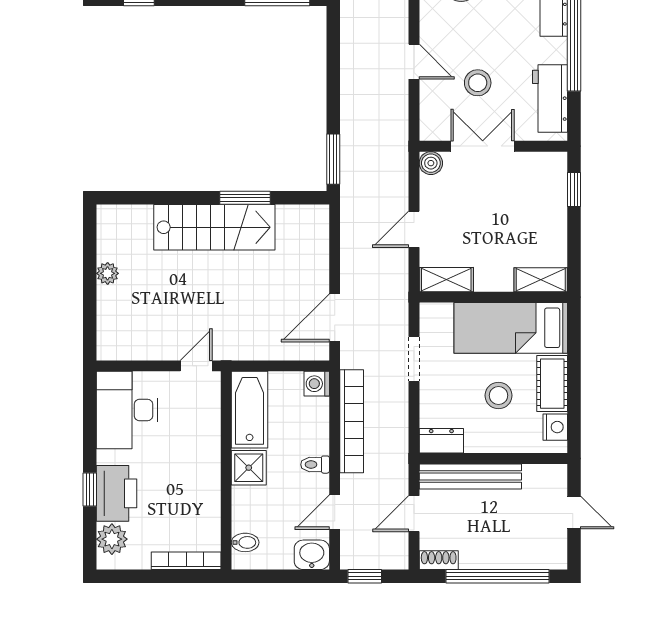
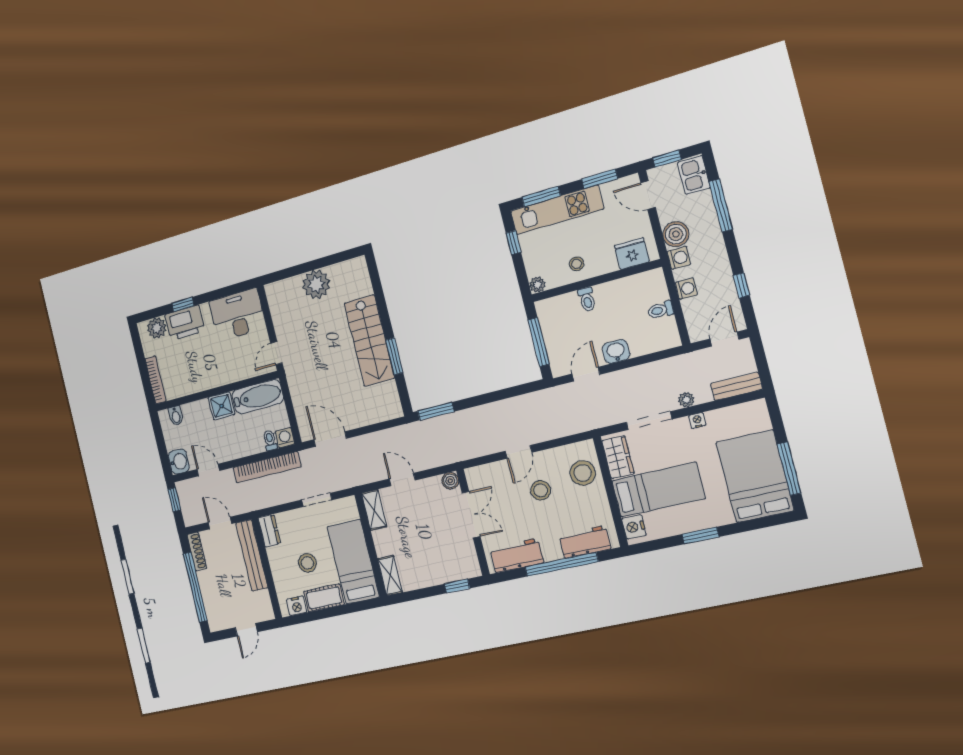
stool: (478, 83) -> (541, 490), moved
plant: (108, 273) -> (316, 284), width x1.88, depth x1.88
door: (196, 366) -> (276, 353), swing flipped
toilet: (315, 465) -> (270, 440), moved
shoe rack: (439, 560) -> (197, 552), width x1.43

